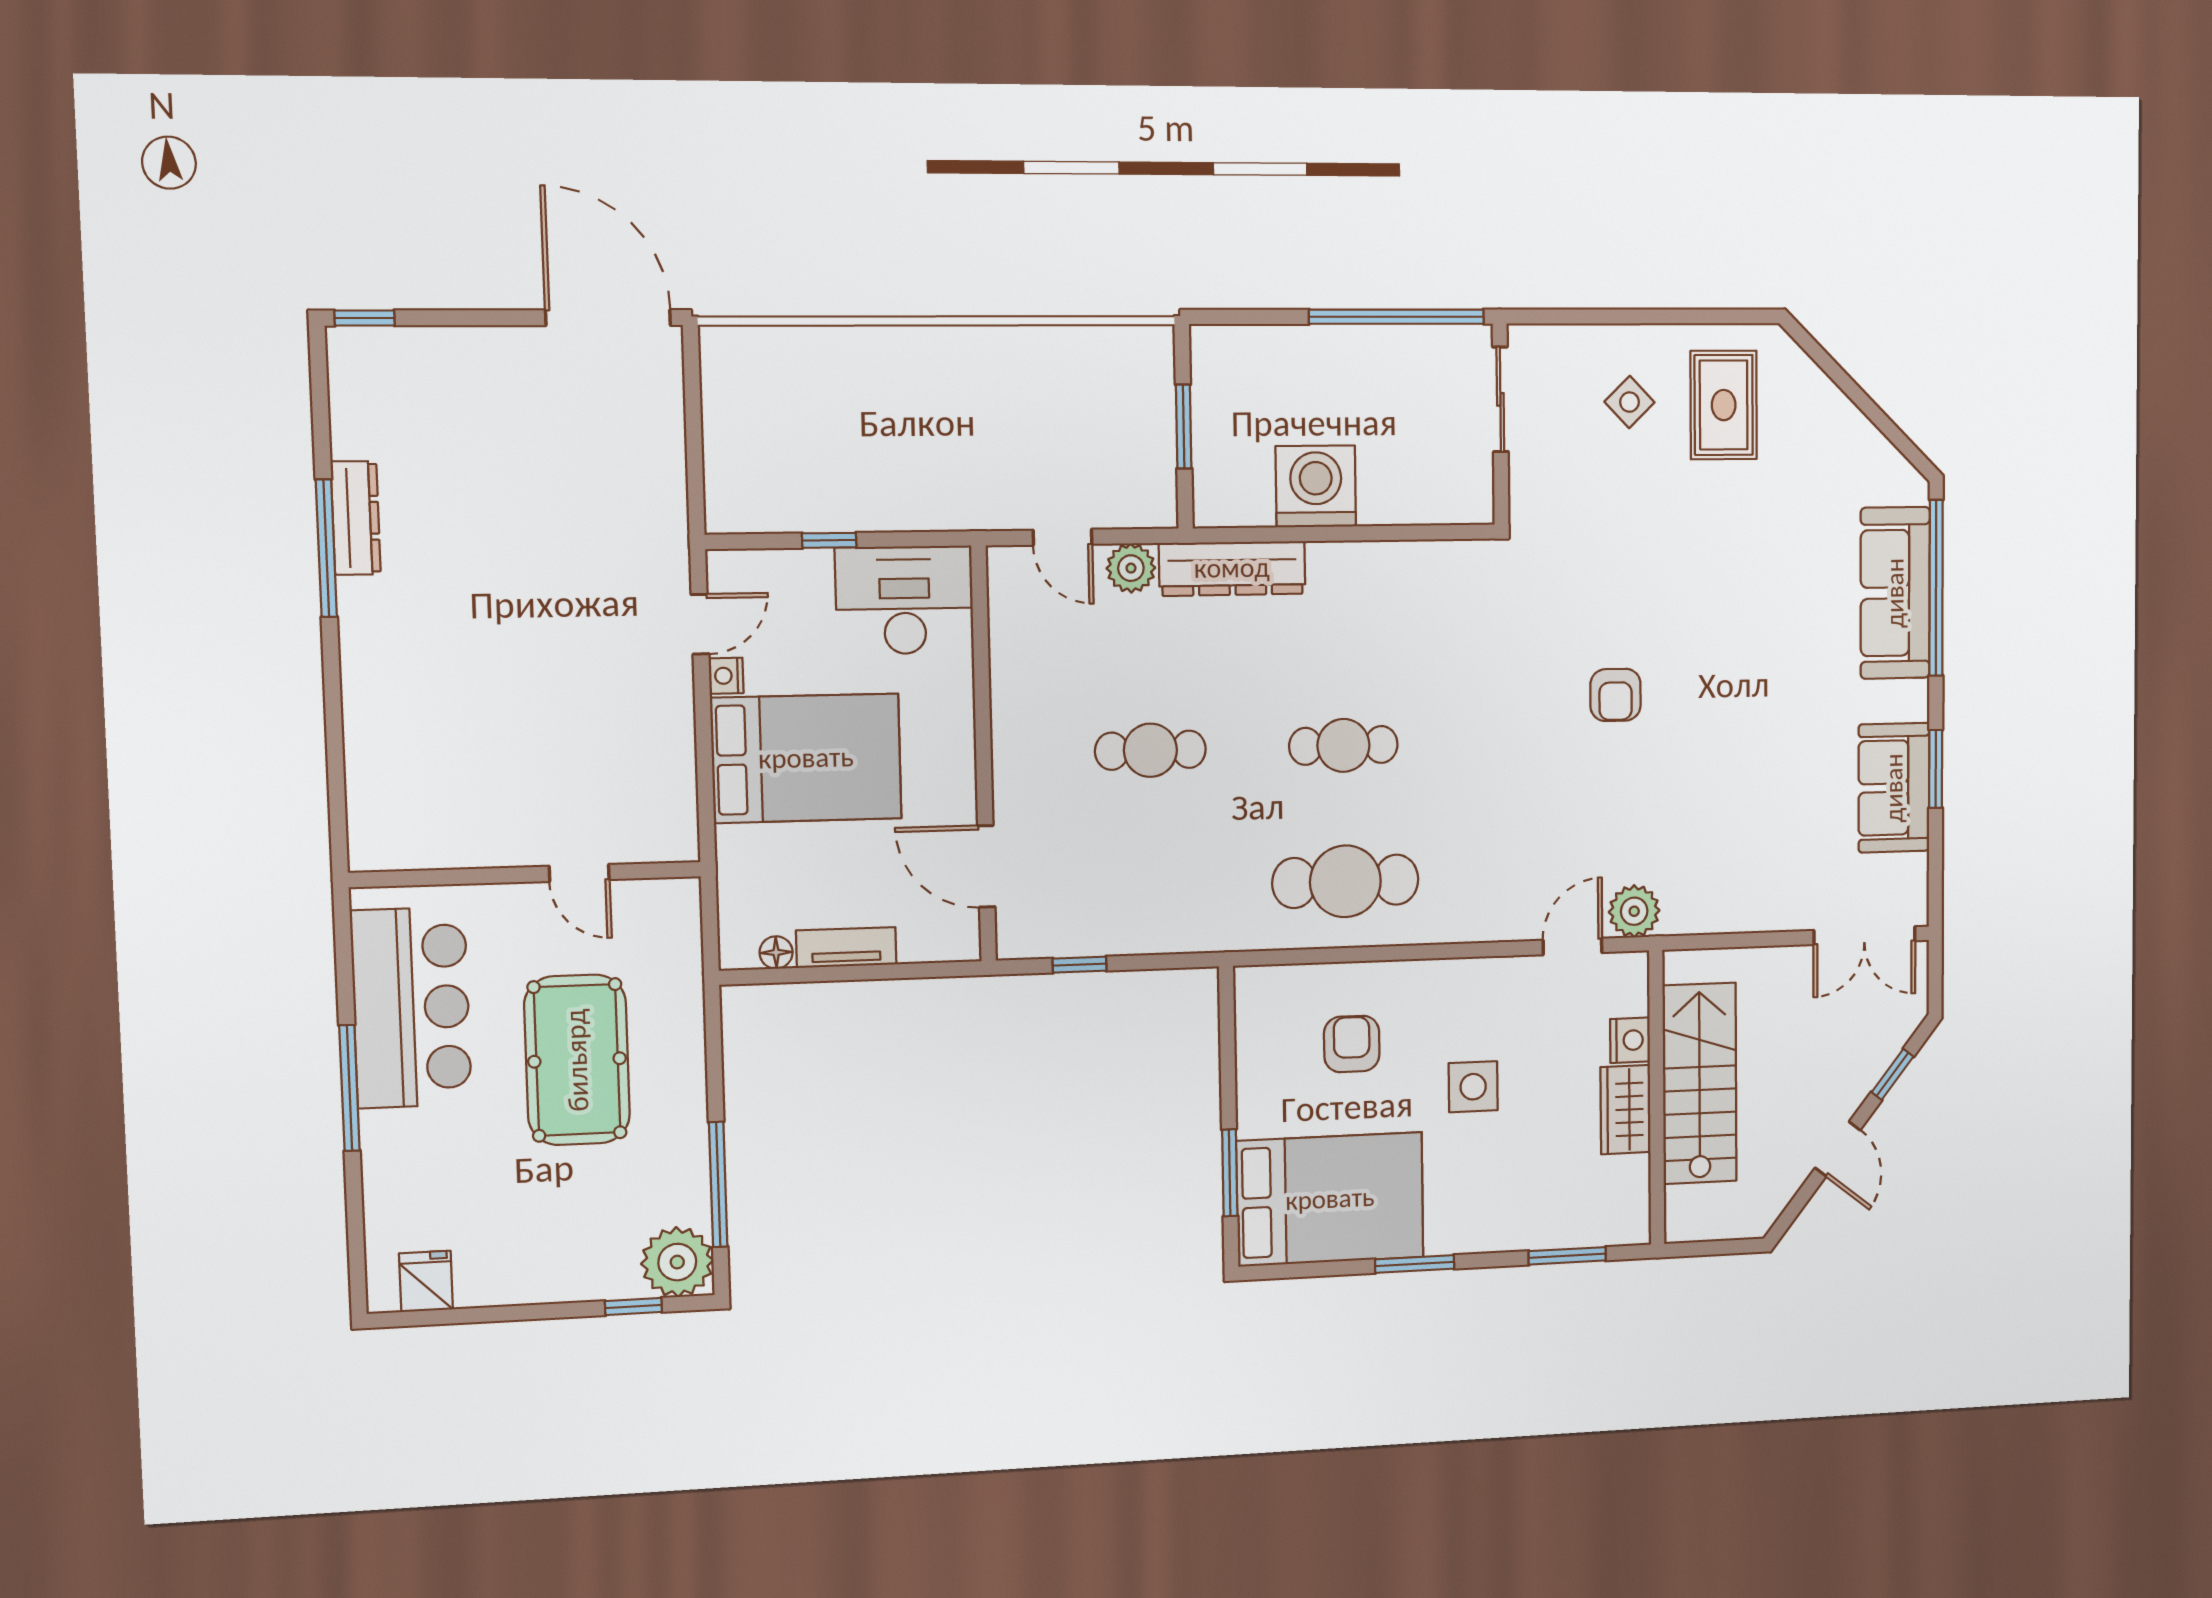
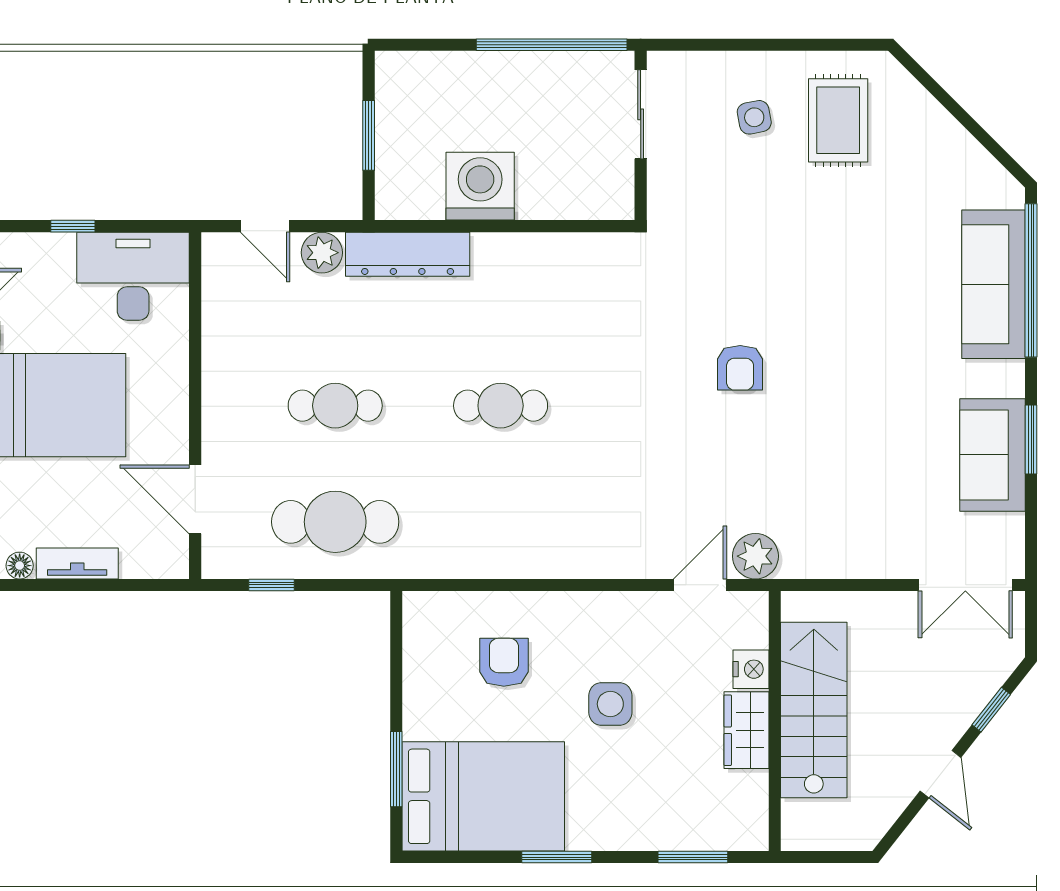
side table: (1629, 402) -> (754, 117), turned 33
cafe table: (1345, 881) -> (335, 522), moved

